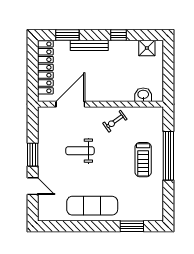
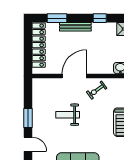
door: (70, 104) -> (74, 76), moved

